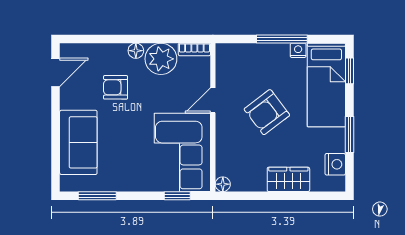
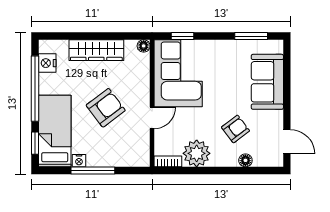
floor lamp: (136, 51) -> (245, 160), moved
door: (56, 72) -> (287, 142), swing flipped
armchair: (116, 87) -> (235, 129), turned -37
window: (349, 135) -> (35, 89), width x2.11
wardrobe: (288, 179) -> (96, 50), width x1.50

